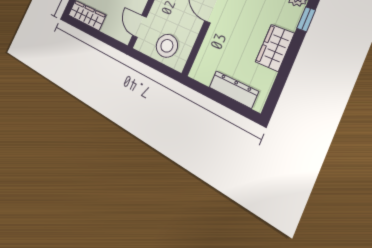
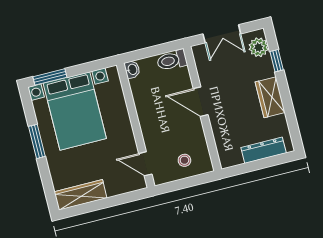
stool: (167, 46) -> (184, 160), width x0.53, depth x0.53

